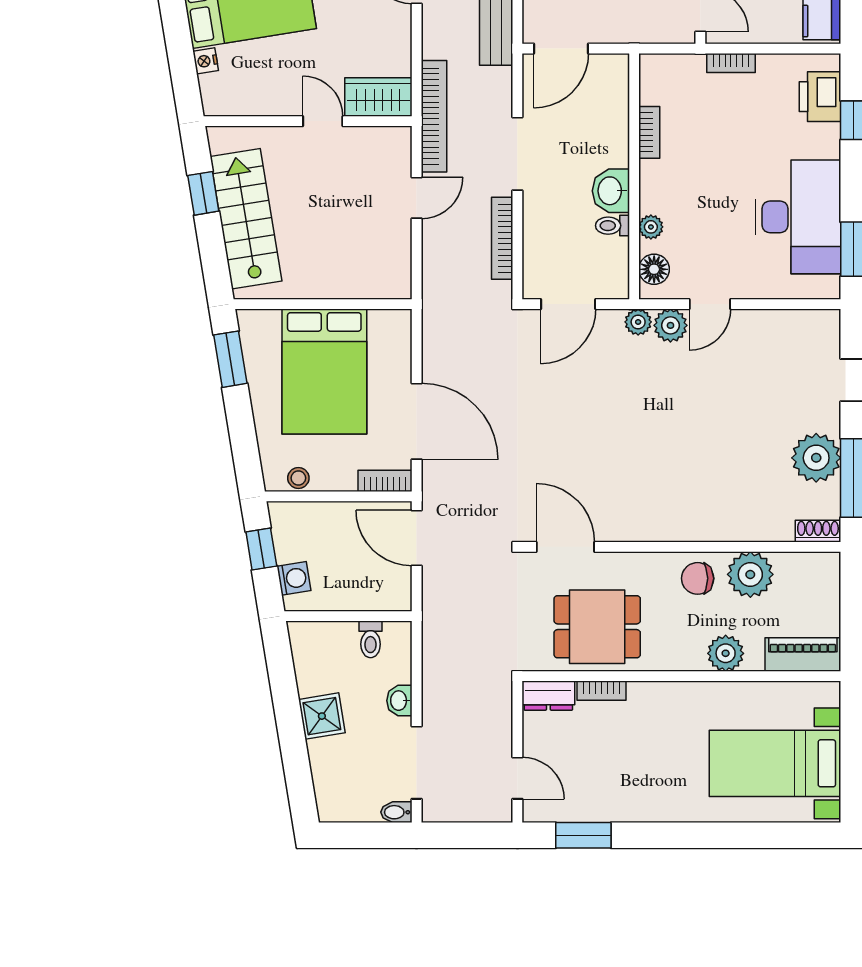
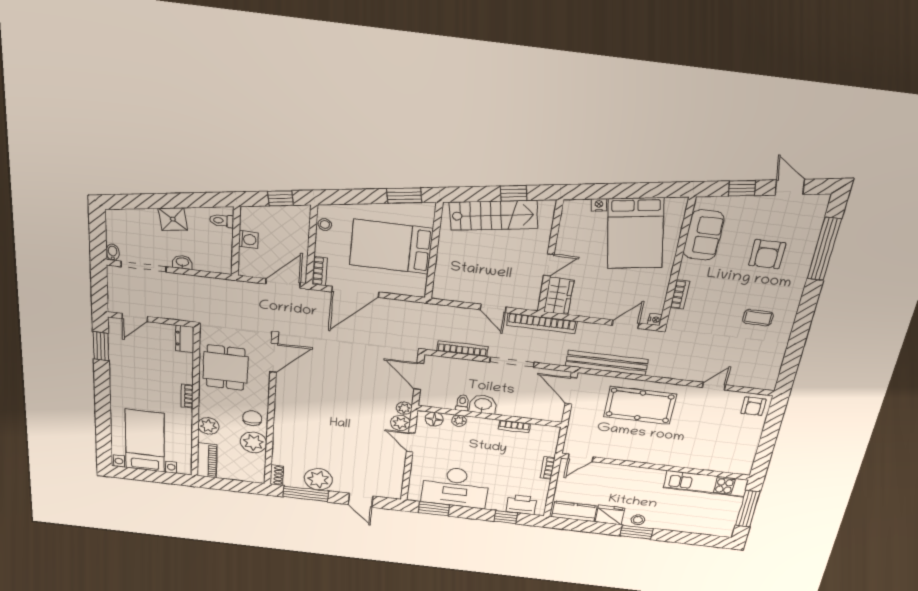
washing machine: (294, 578) -> (248, 239), moved, turned -81
toilet: (371, 639) -> (222, 221), moved
bookcase: (602, 691) -> (187, 396), moved

